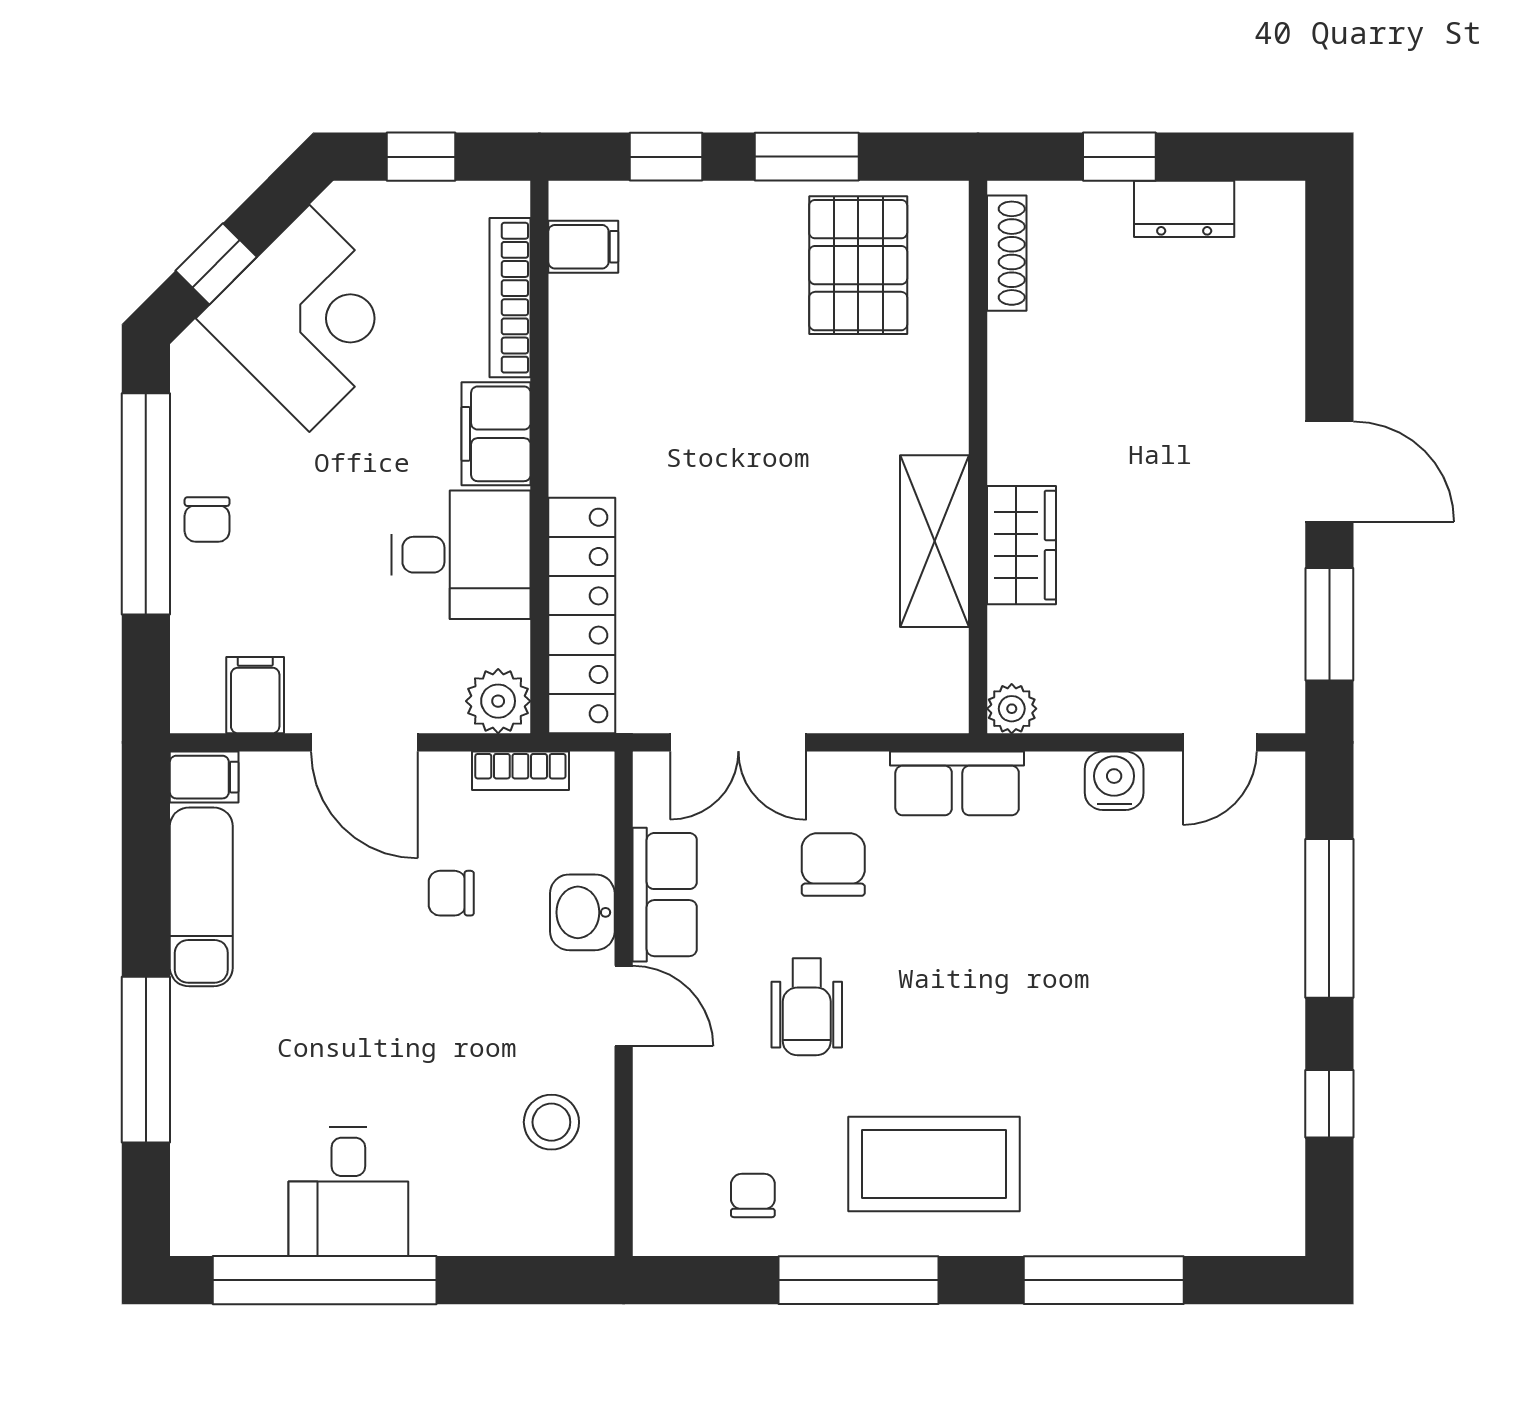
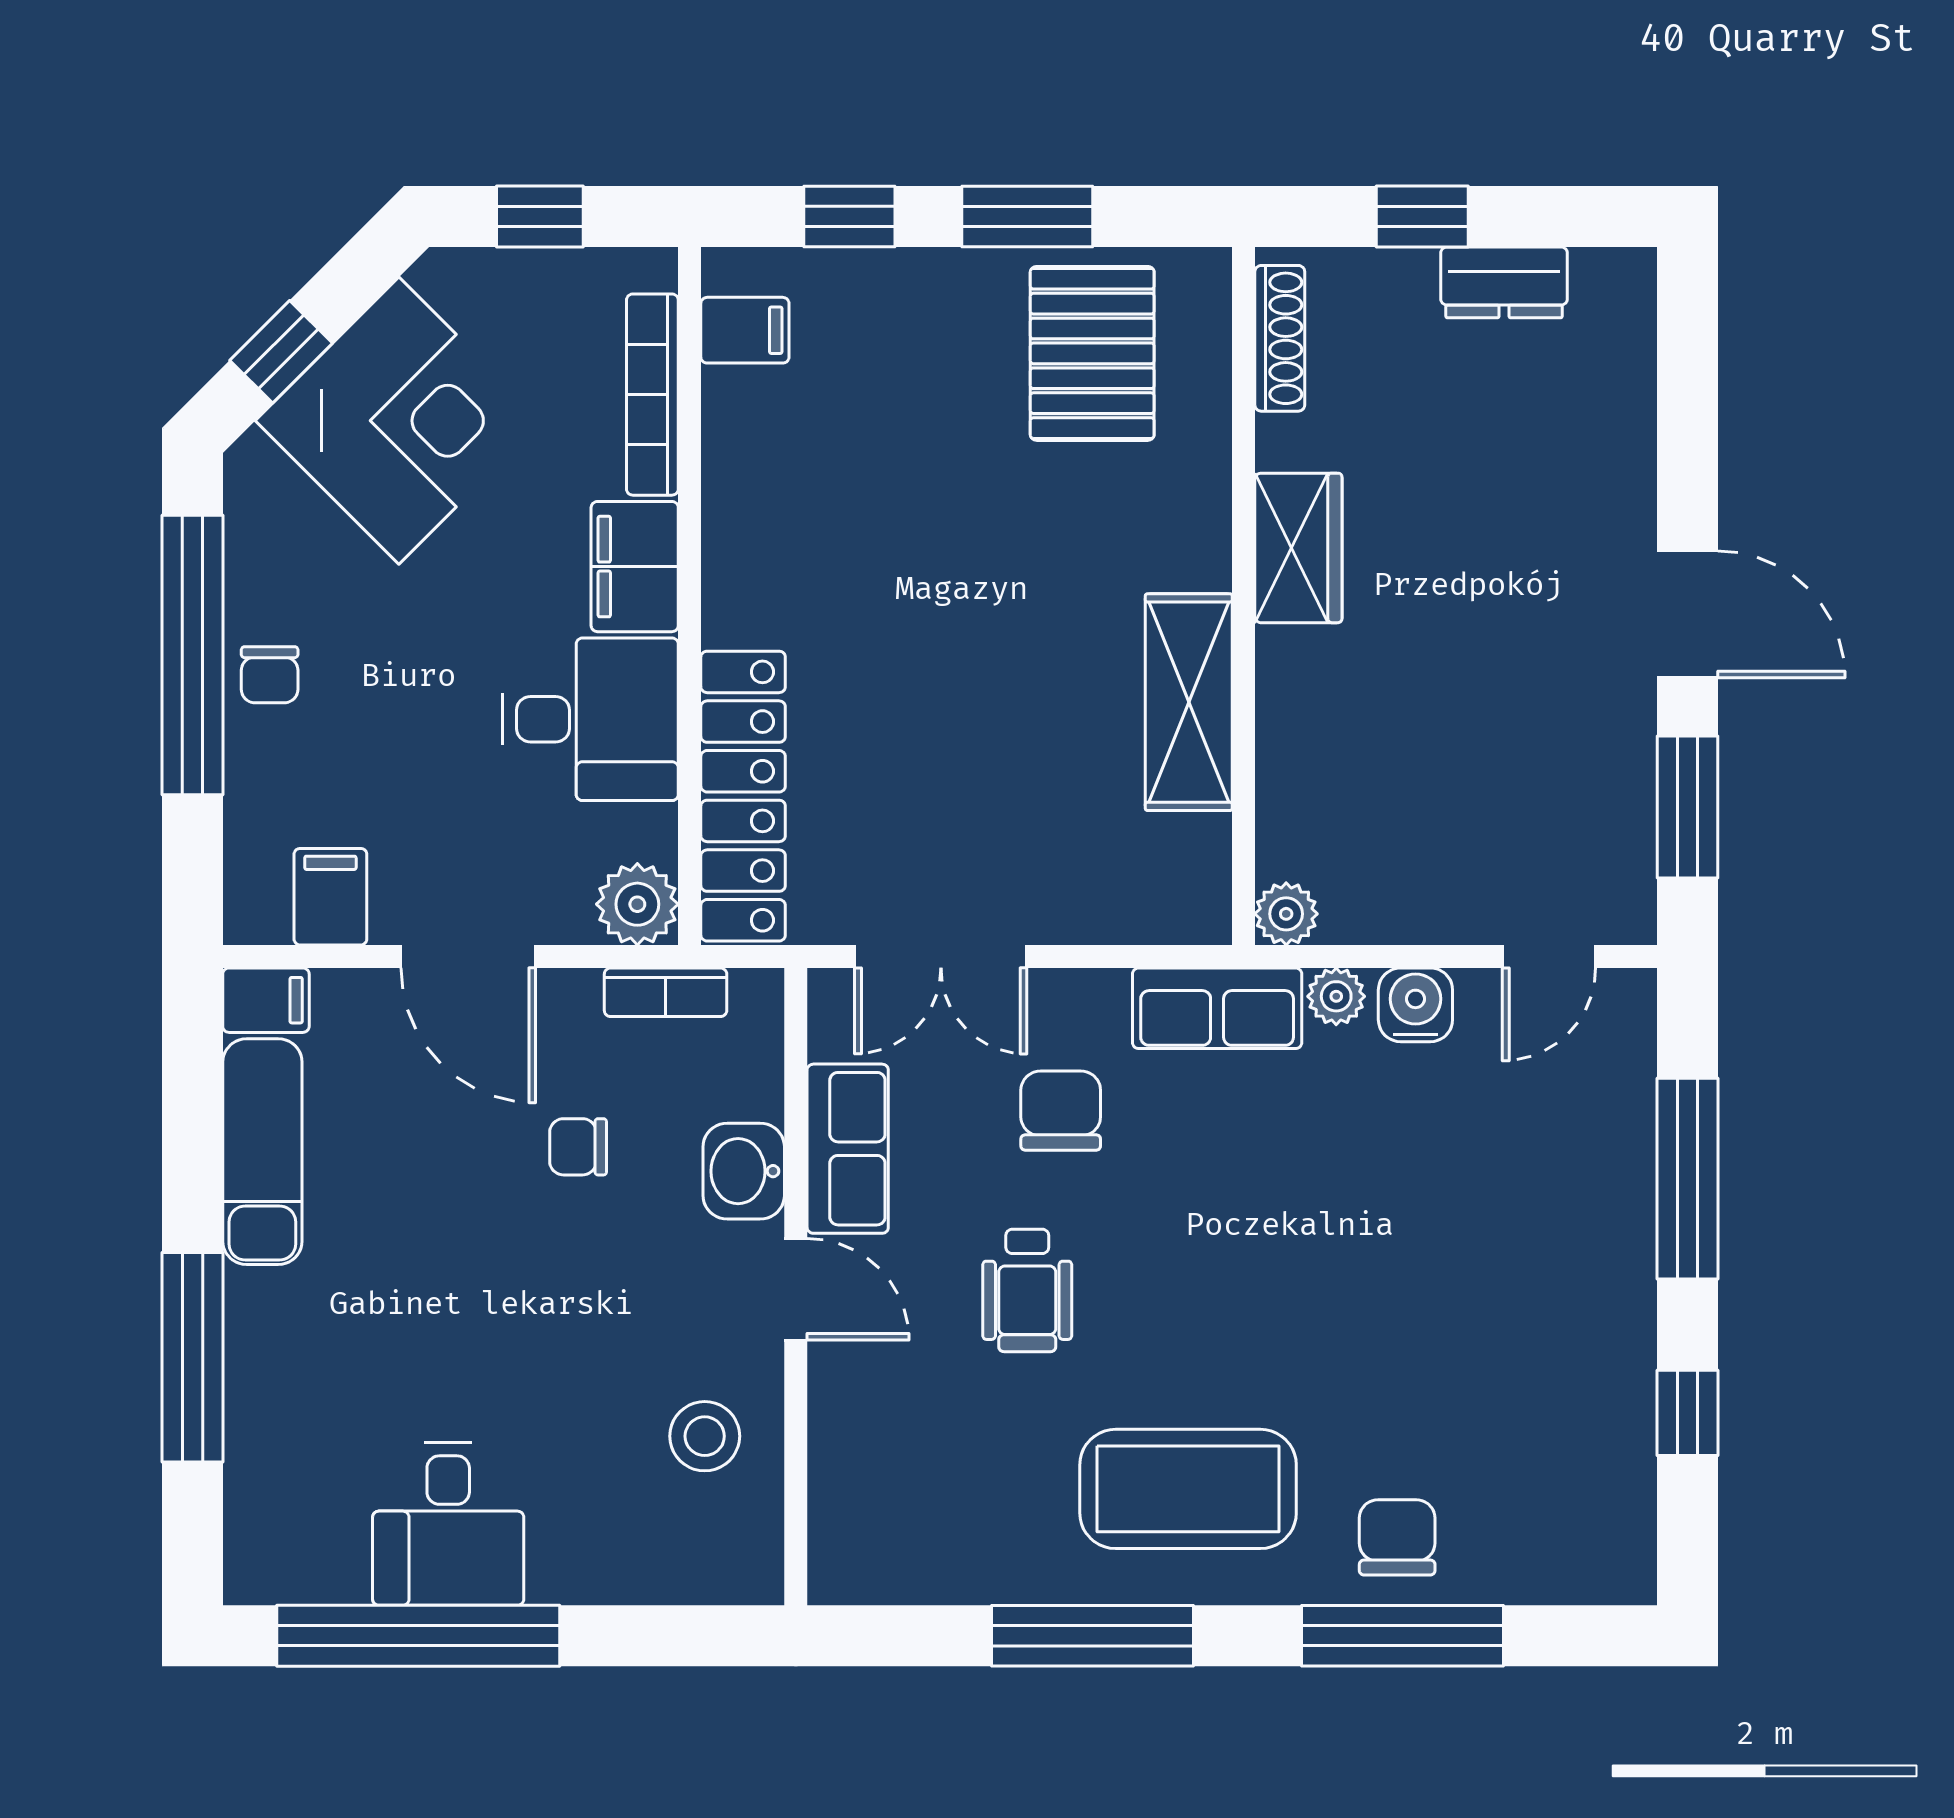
wardrobe: (1021, 545) -> (1298, 548), moved
plant: (1051, 774) -> (1336, 996), added
chair: (753, 1195) -> (1397, 1537), moved, width x1.37, depth x1.37

